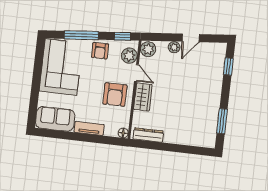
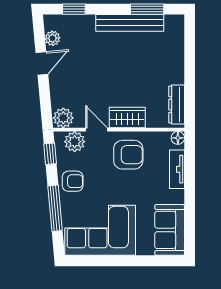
door: (191, 38) -> (42, 63), hinge flipped
plant: (174, 47) -> (52, 38), moved
door: (136, 73) -> (97, 130), hinge flipped
bench: (213, 107) -> (130, 23), added
tv unit: (89, 128) -> (177, 169), moved

